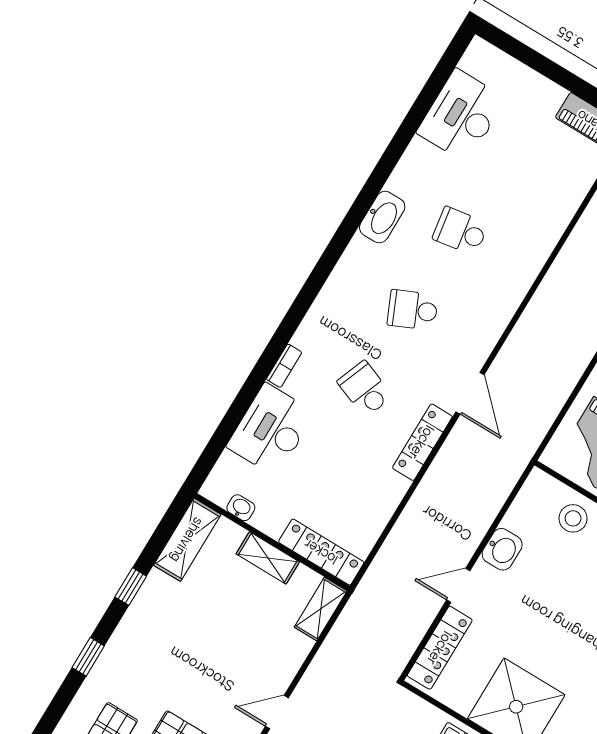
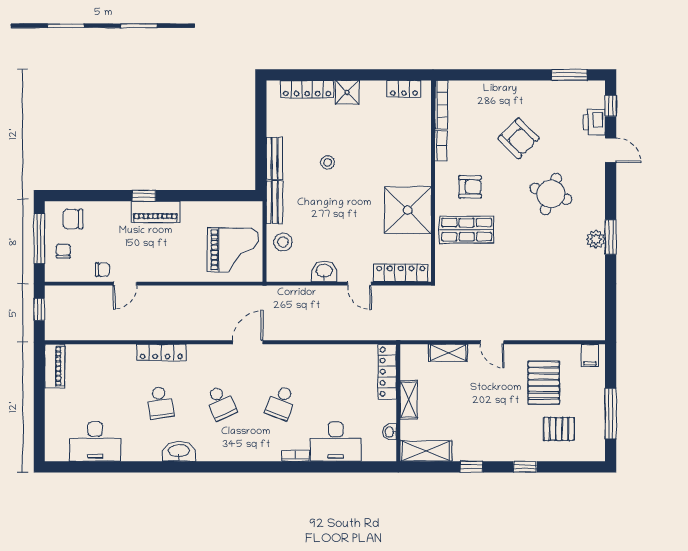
locker: (422, 442) -> (161, 352), moved
shelving: (321, 609) -> (448, 353), moved

